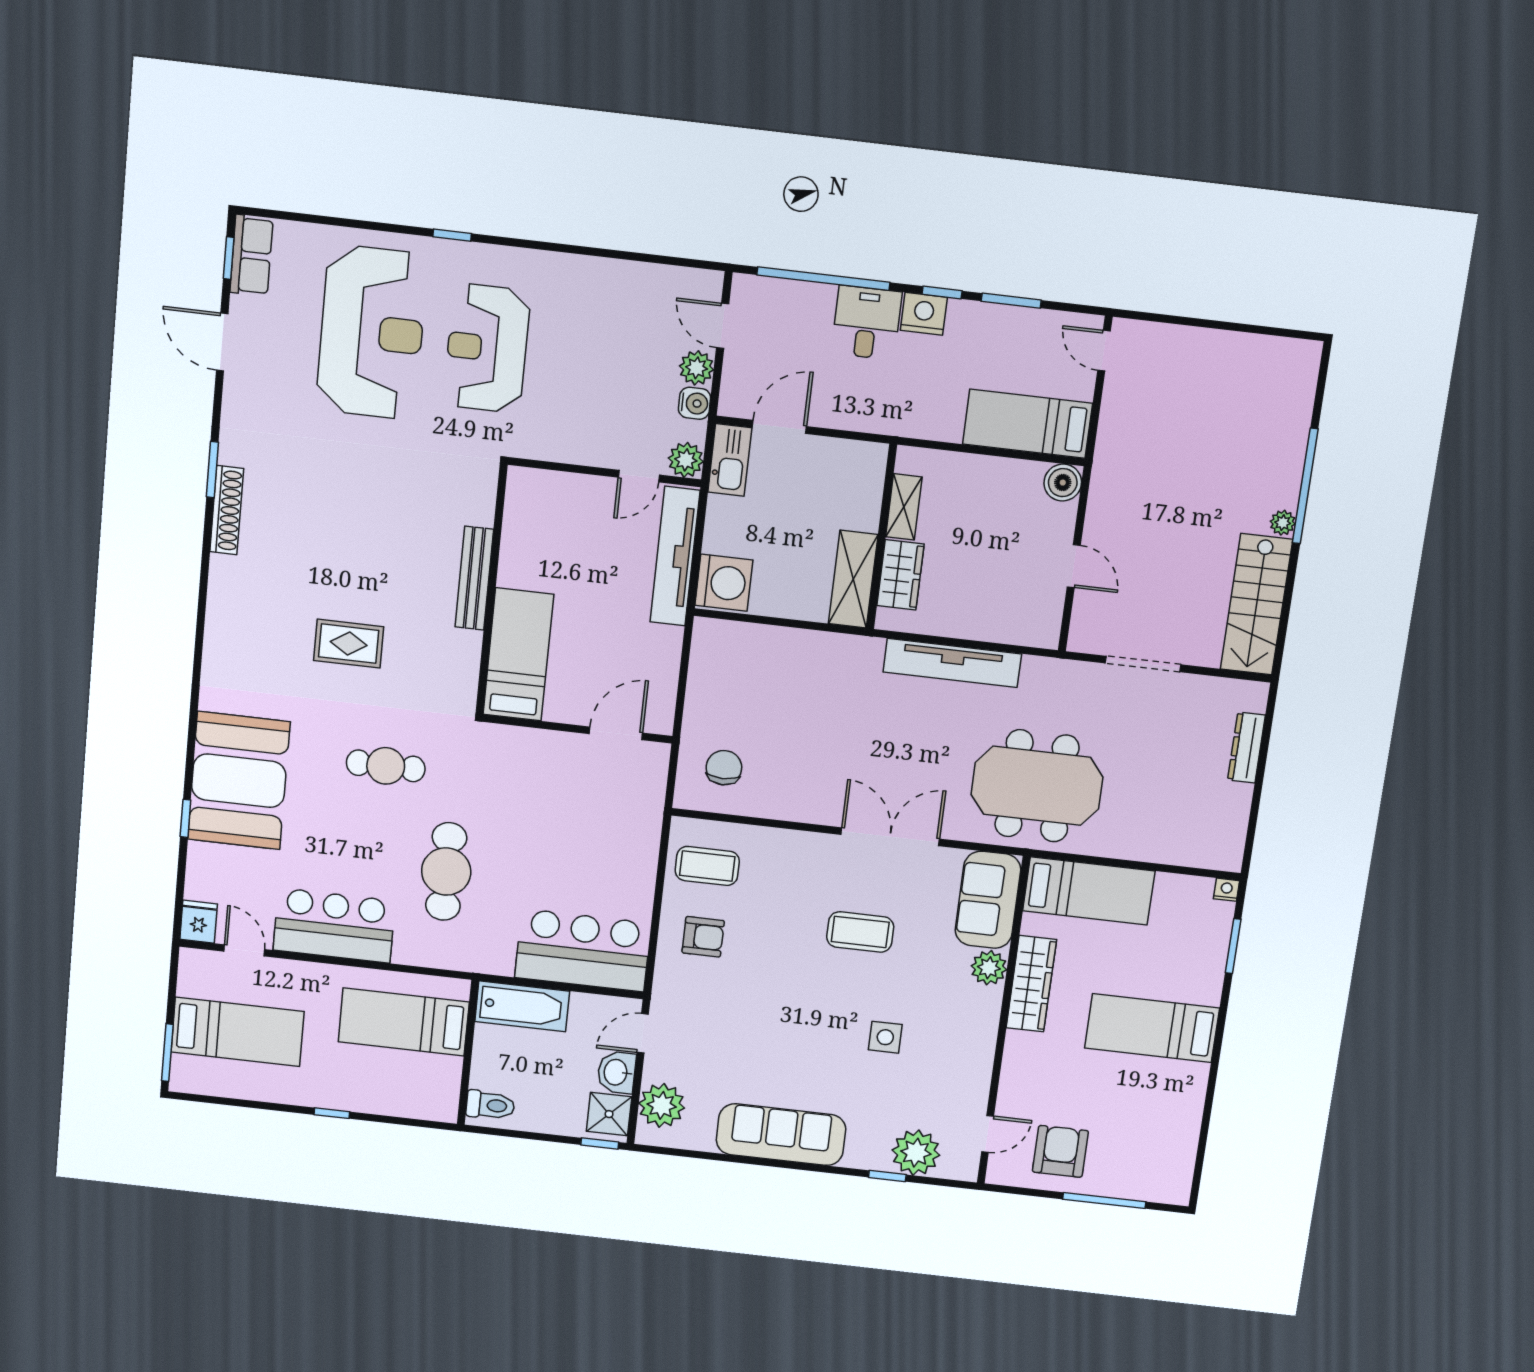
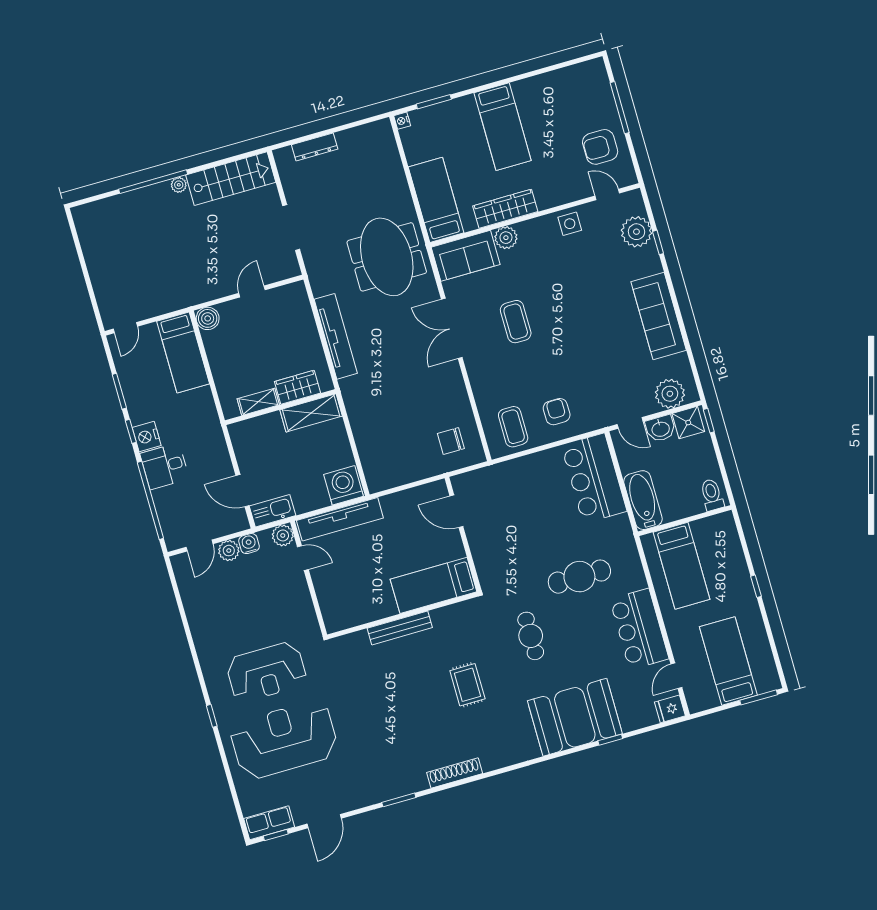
shoe rack: (227, 510) -> (455, 773), moved
side table: (885, 1037) -> (570, 224), moved

